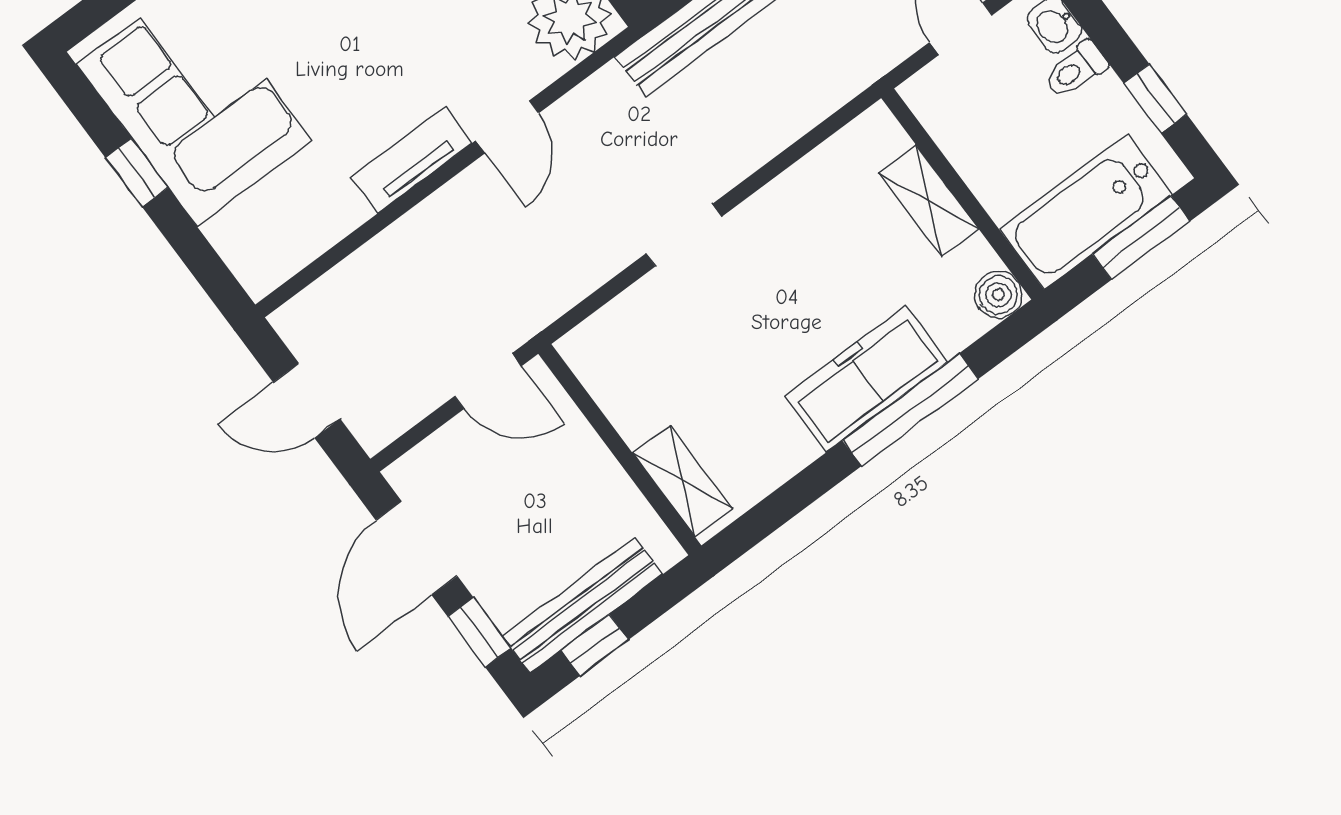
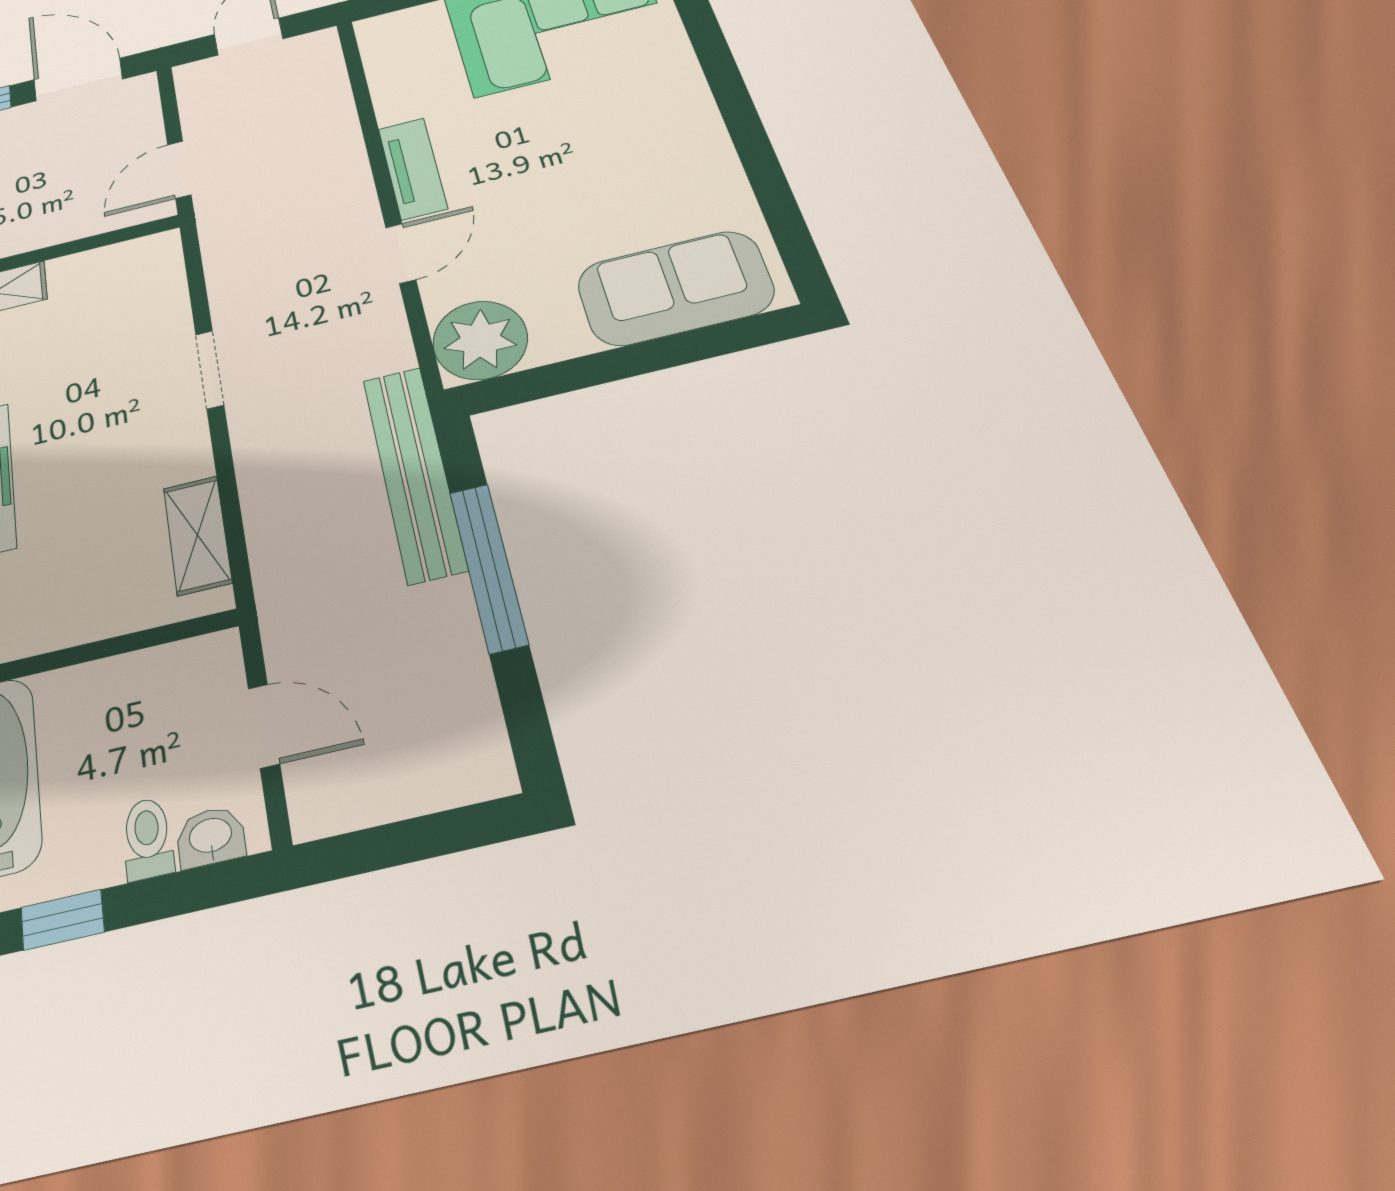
door: (507, 127) -> (401, 253), swing flipped
shelving: (928, 201) -> (197, 535), moved, turned 90

